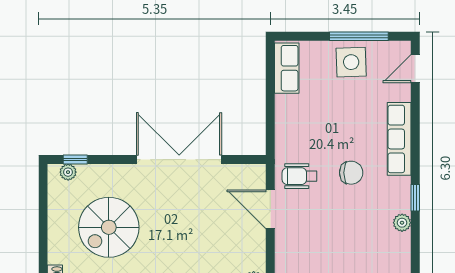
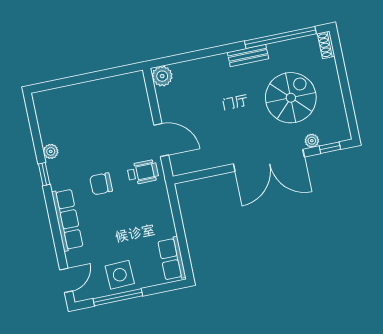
double door: (179, 160) -> (269, 160), moved
plant: (68, 172) -> (312, 141), moved

